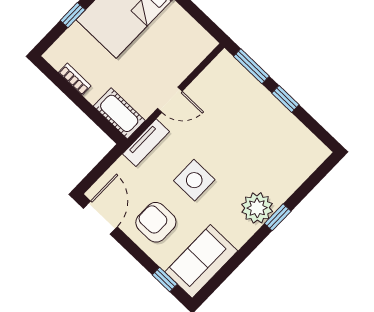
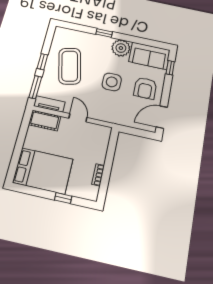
cot: (119, 113) -> (45, 120), moved, turned 90
coffee table: (255, 134) -> (70, 66), added
tv unit: (146, 143) -> (49, 104), moved
plant: (257, 208) -> (121, 48), moved

